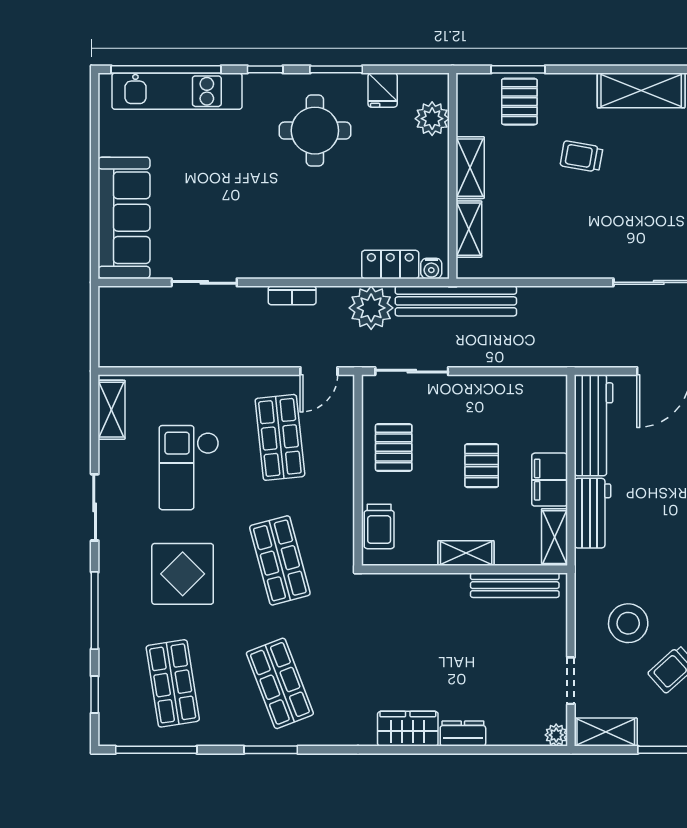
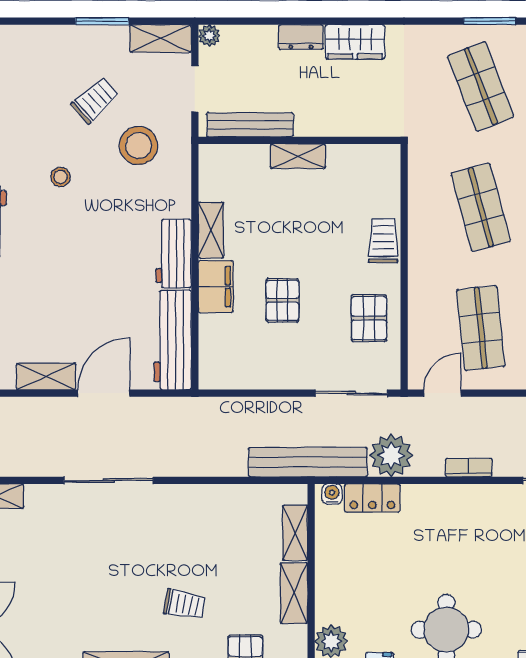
shelving: (466, 553) -> (298, 156), moved
wall: (464, 569) -> (299, 140), moved
bench: (515, 585) -> (250, 125), moved

